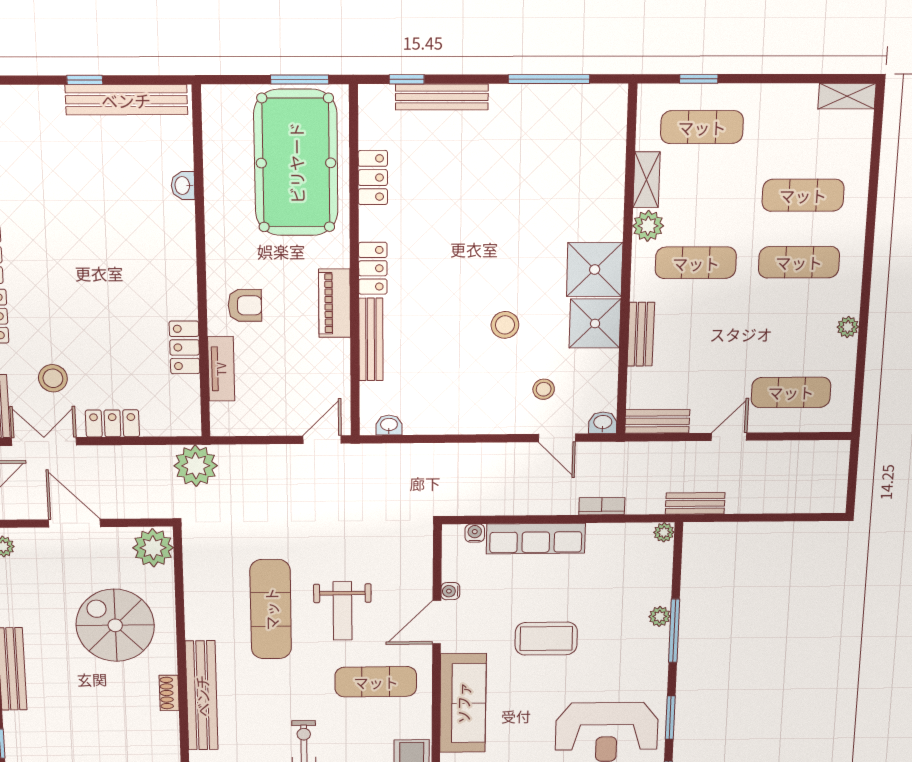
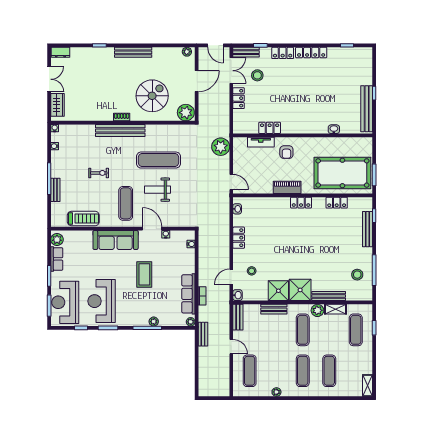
stool: (505, 325) -> (357, 275), moved
bench: (371, 340) -> (329, 296), moved
locker: (461, 421) -> (239, 238), added
plant: (196, 466) -> (221, 147), moved
row of seats: (536, 539) -> (188, 294), moved

